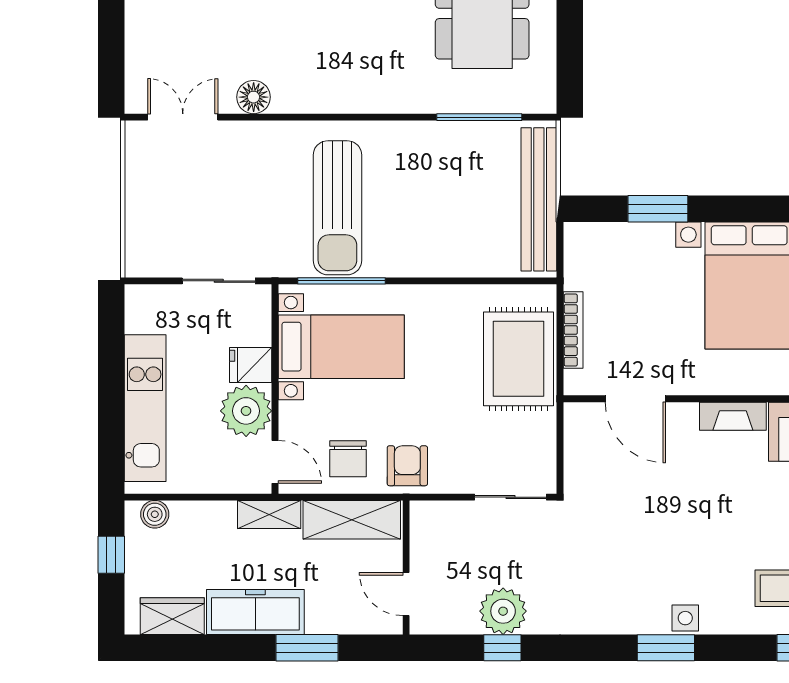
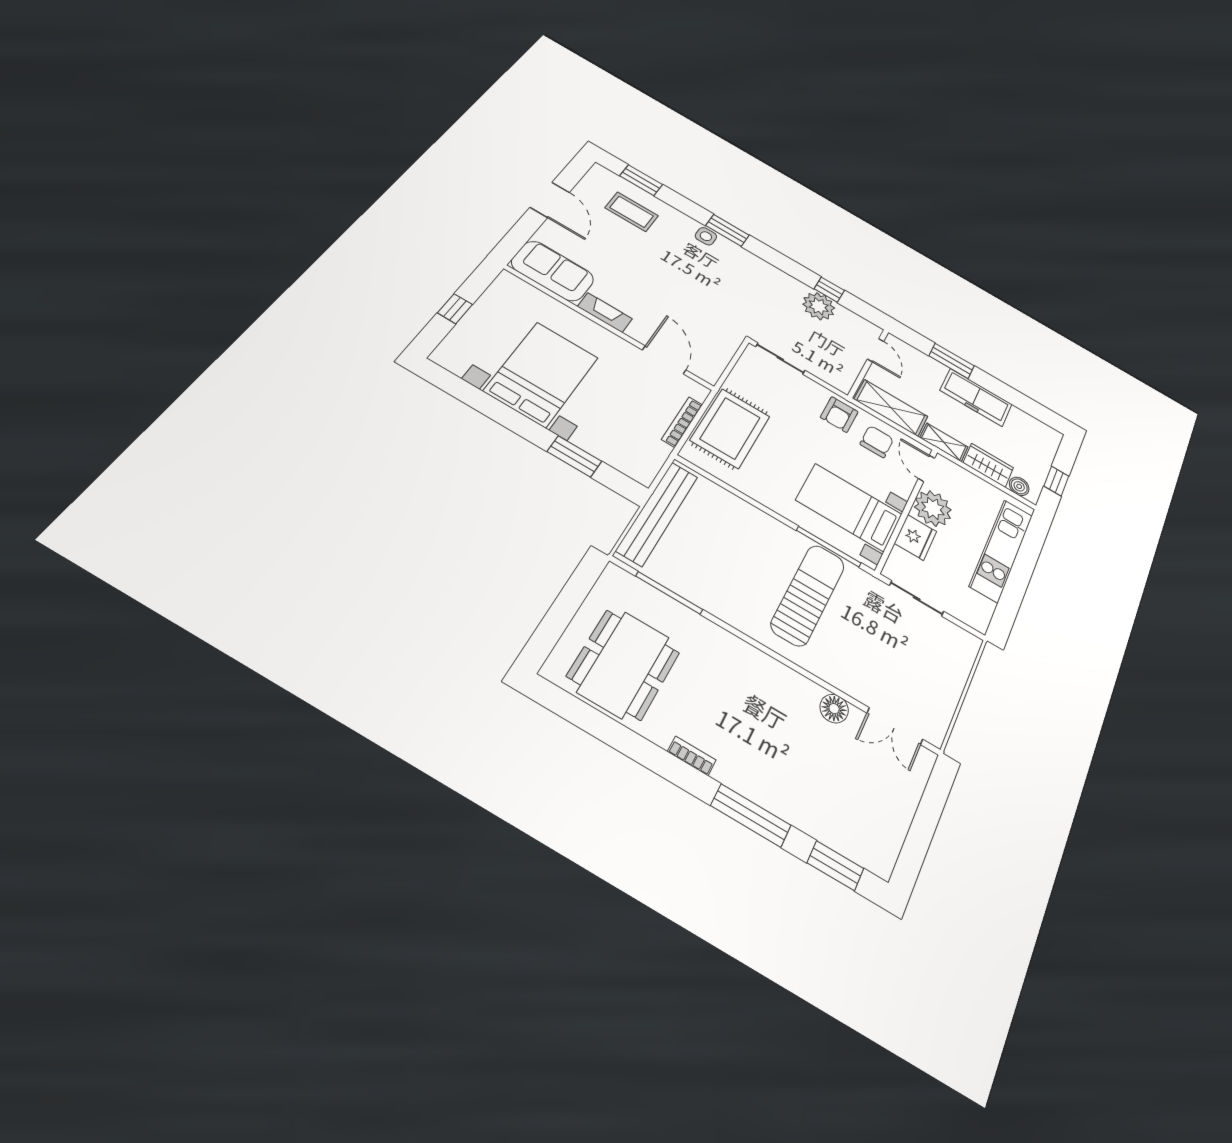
fridge: (251, 365) -> (915, 537), width x1.38
wardrobe: (172, 616) -> (988, 465), moved, turned 180

